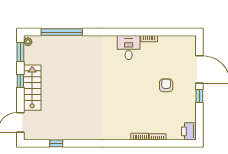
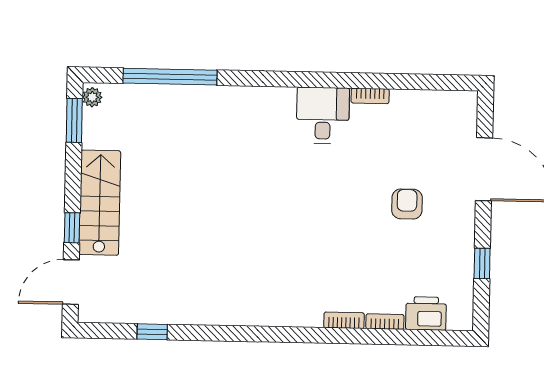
window: (20, 81) -> (72, 228), moved
window: (199, 96) -> (482, 263), moved
printer: (189, 131) -> (426, 313), moved, turned 90

